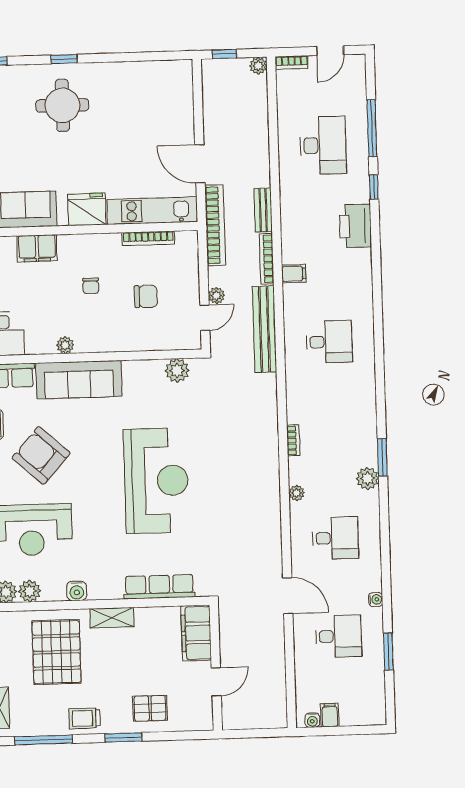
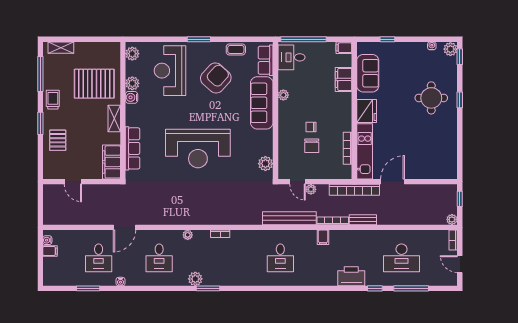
chair: (91, 286) -> (311, 127), moved
plant: (30, 591) -> (132, 83), moved
filing cabinet: (196, 633) -> (111, 162), moved, turned -90

